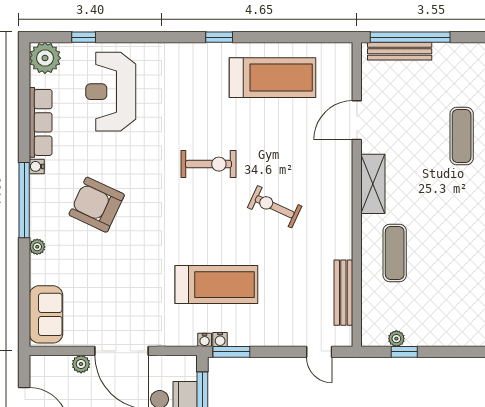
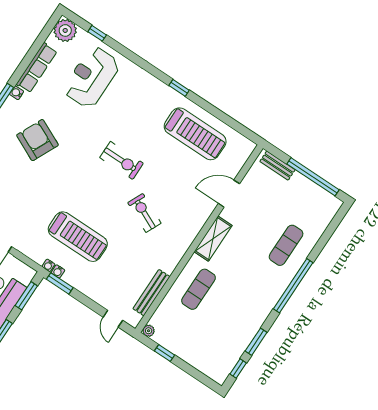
window: (410, 37) -> (313, 177), moved
bench: (400, 51) -> (277, 166), width x0.73
plant: (396, 339) -> (149, 331), moved

